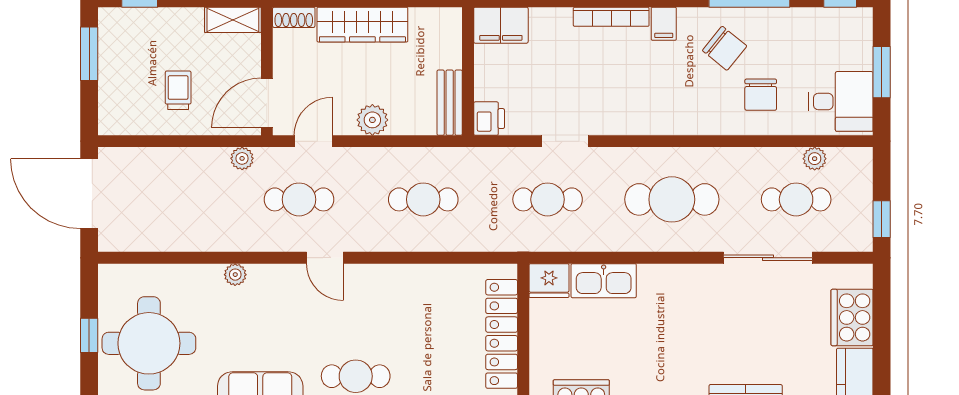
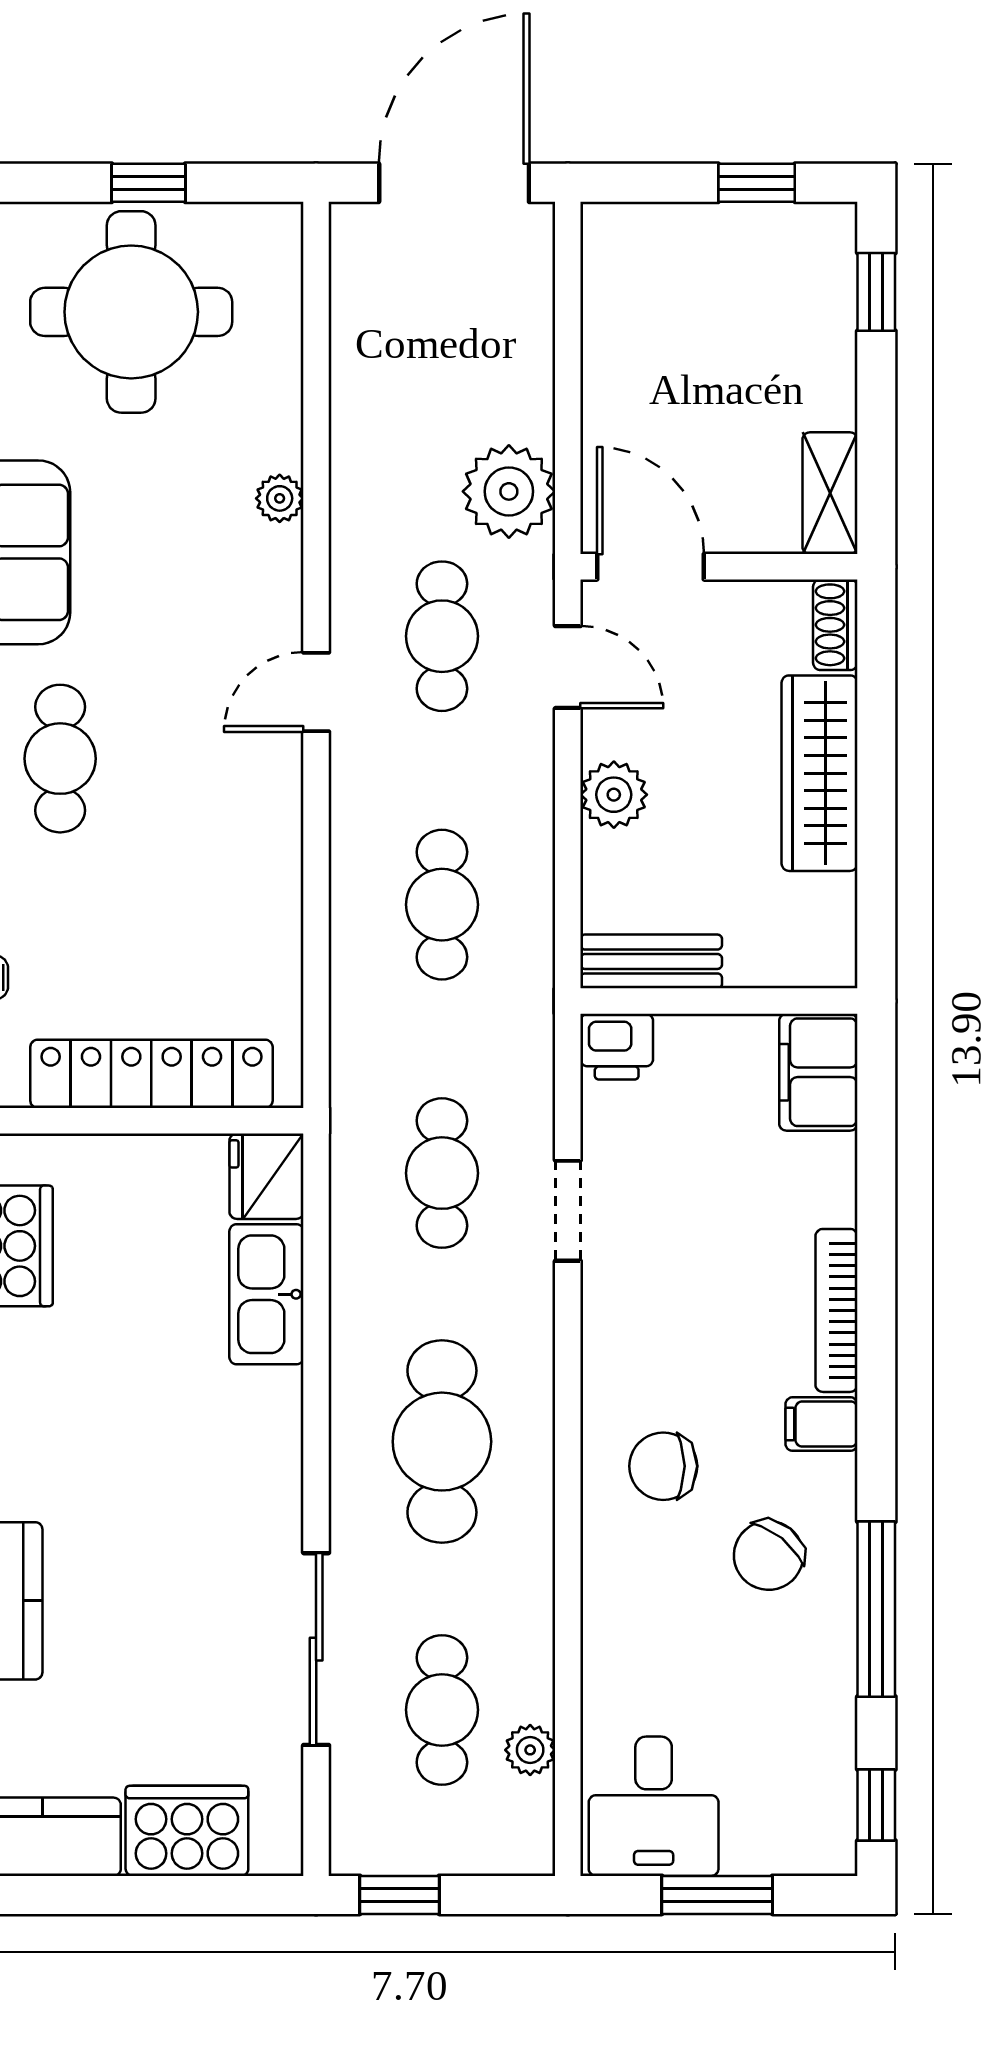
window: (89, 54) -> (757, 183), width x0.67
trolley: (178, 90) -> (678, 375), removed
chair: (761, 95) -> (663, 1466), moved
plant: (242, 158) -> (509, 491), width x1.88, depth x1.88

